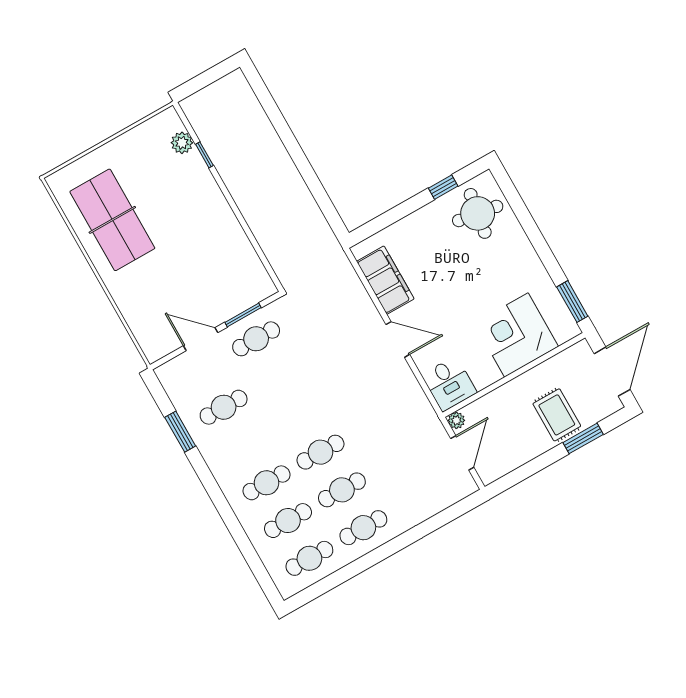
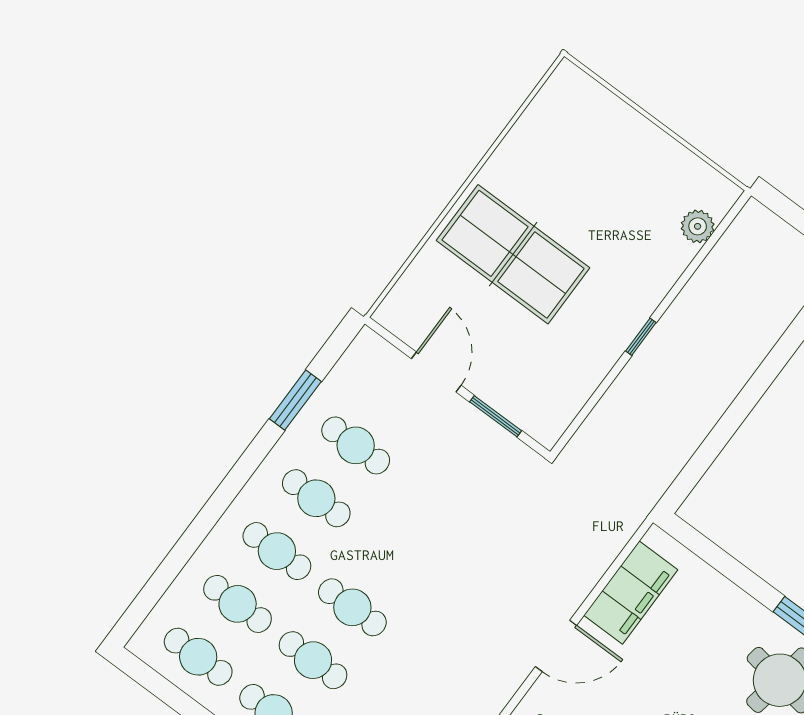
window: (204, 155) -> (641, 337), moved
table tennis table: (112, 220) -> (513, 254), moved, turned 90
cafe table: (256, 339) -> (316, 498), moved
door: (398, 339) -> (556, 646), hinge flipped

